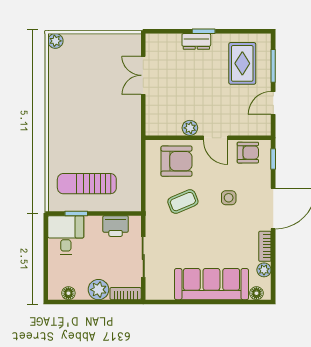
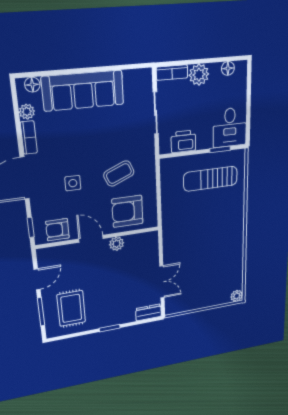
dresser: (196, 41) -> (149, 312), moved
sun lounger: (87, 184) -> (211, 179), turned 180

